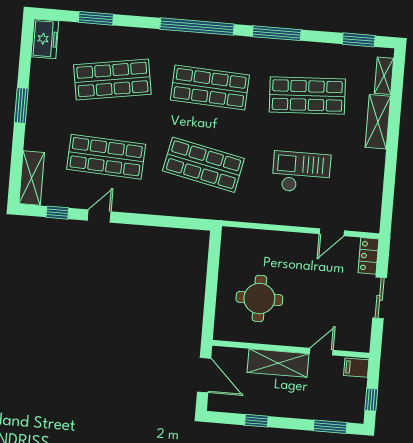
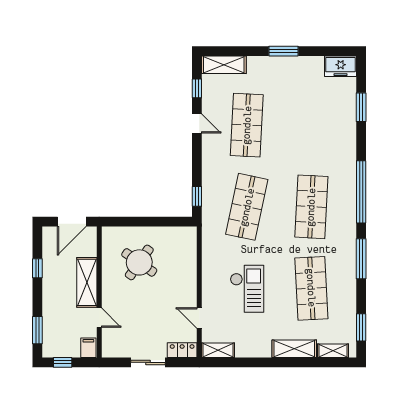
shop shelf: (112, 80) -> (311, 125), removed
shelving: (372, 213) -> (218, 350), added
window: (186, 223) -> (197, 196), added
round table: (259, 298) -> (139, 262), turned 35

